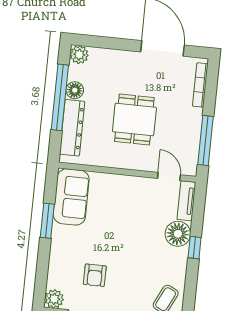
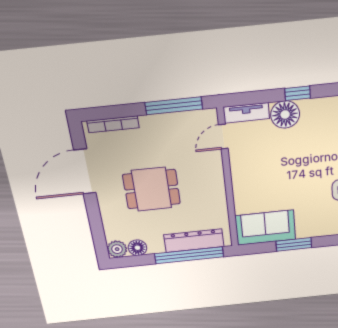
floor lamp: (75, 90) -> (137, 248), moved
window: (60, 97) -> (189, 255), moved
dining table: (134, 120) -> (152, 189), moved

